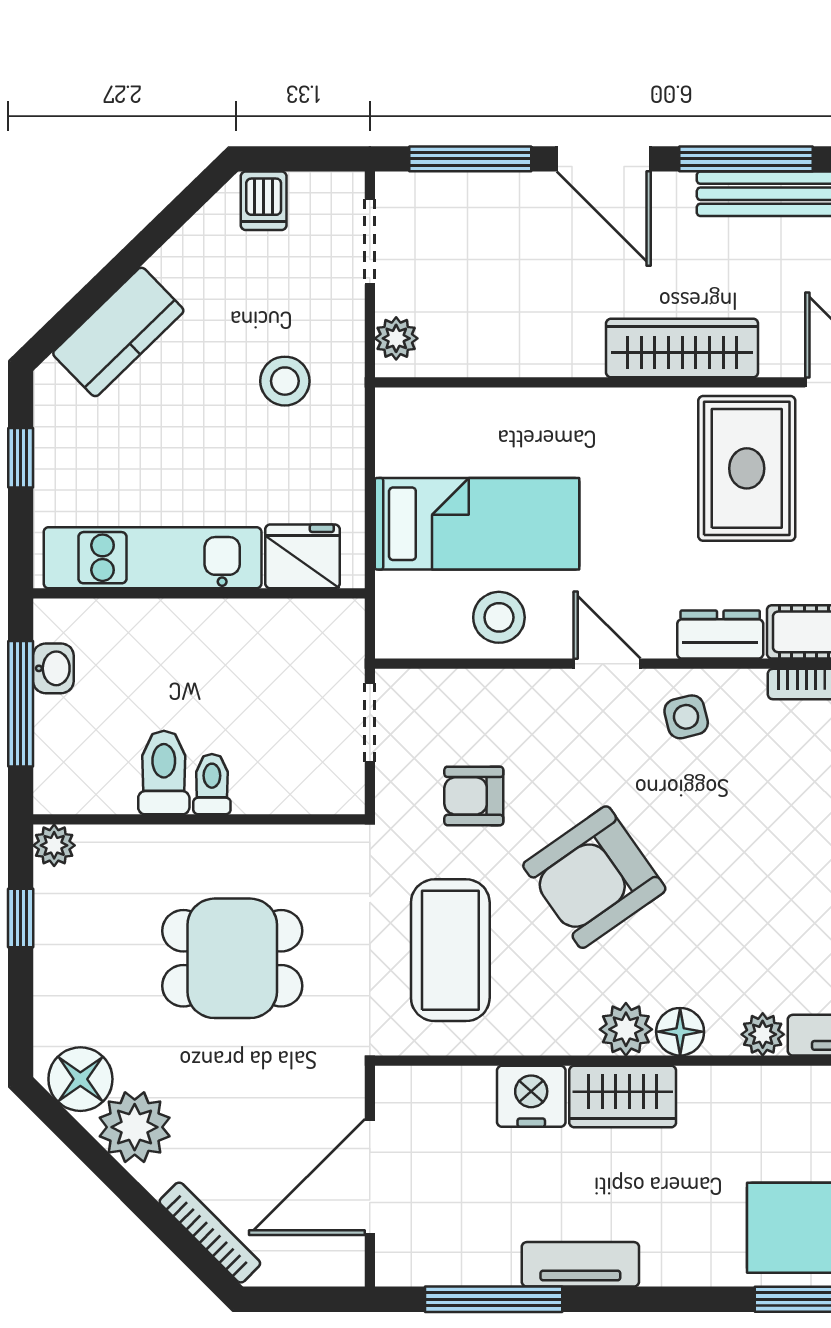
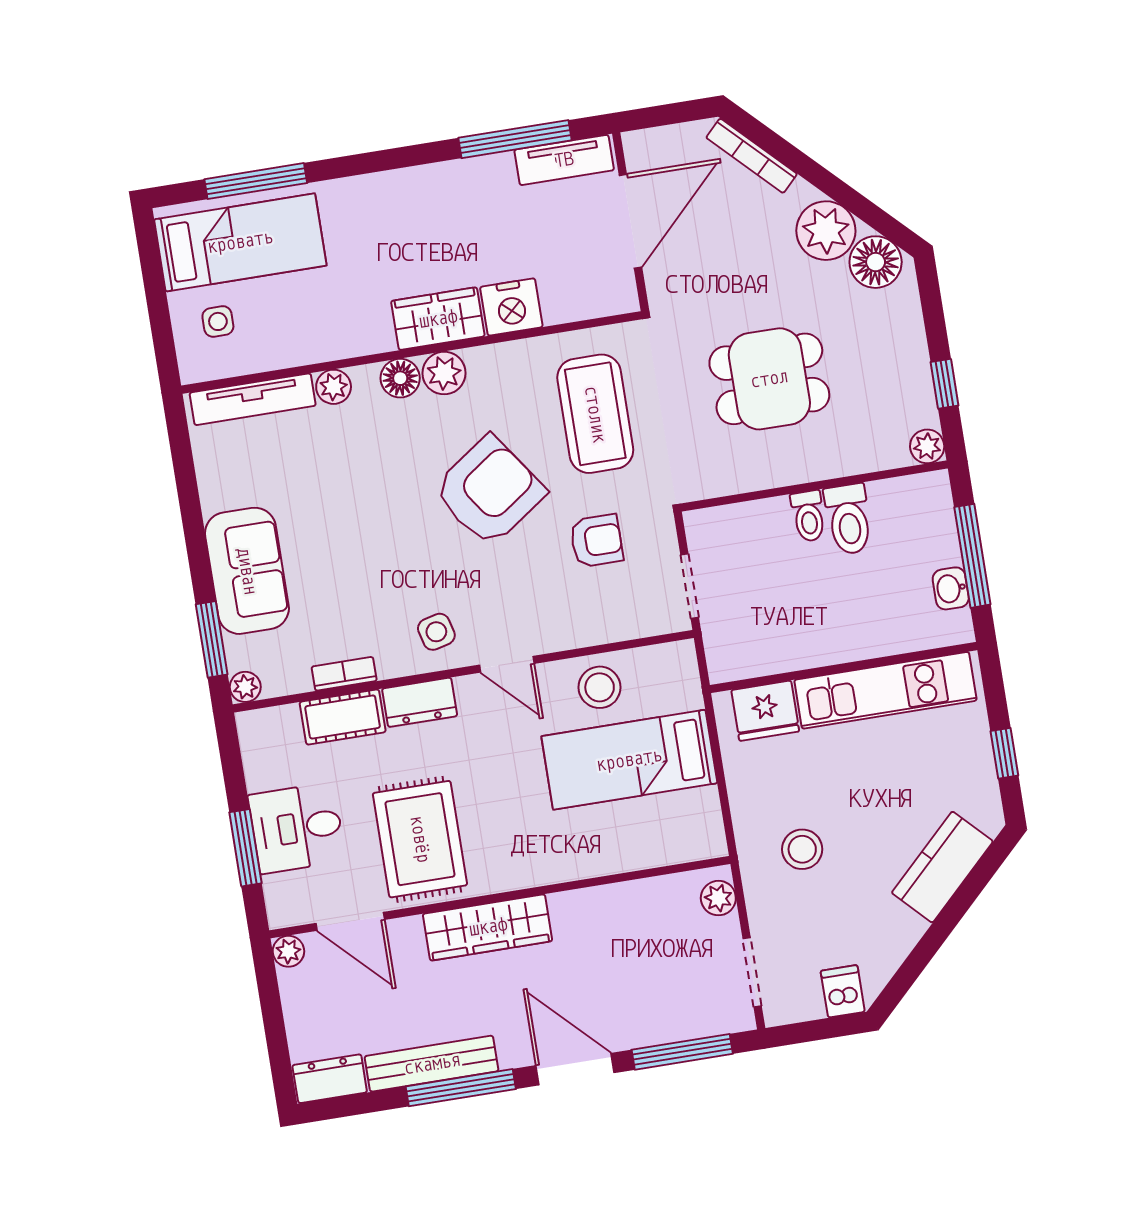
tv unit: (580, 1264) -> (564, 160), moved

